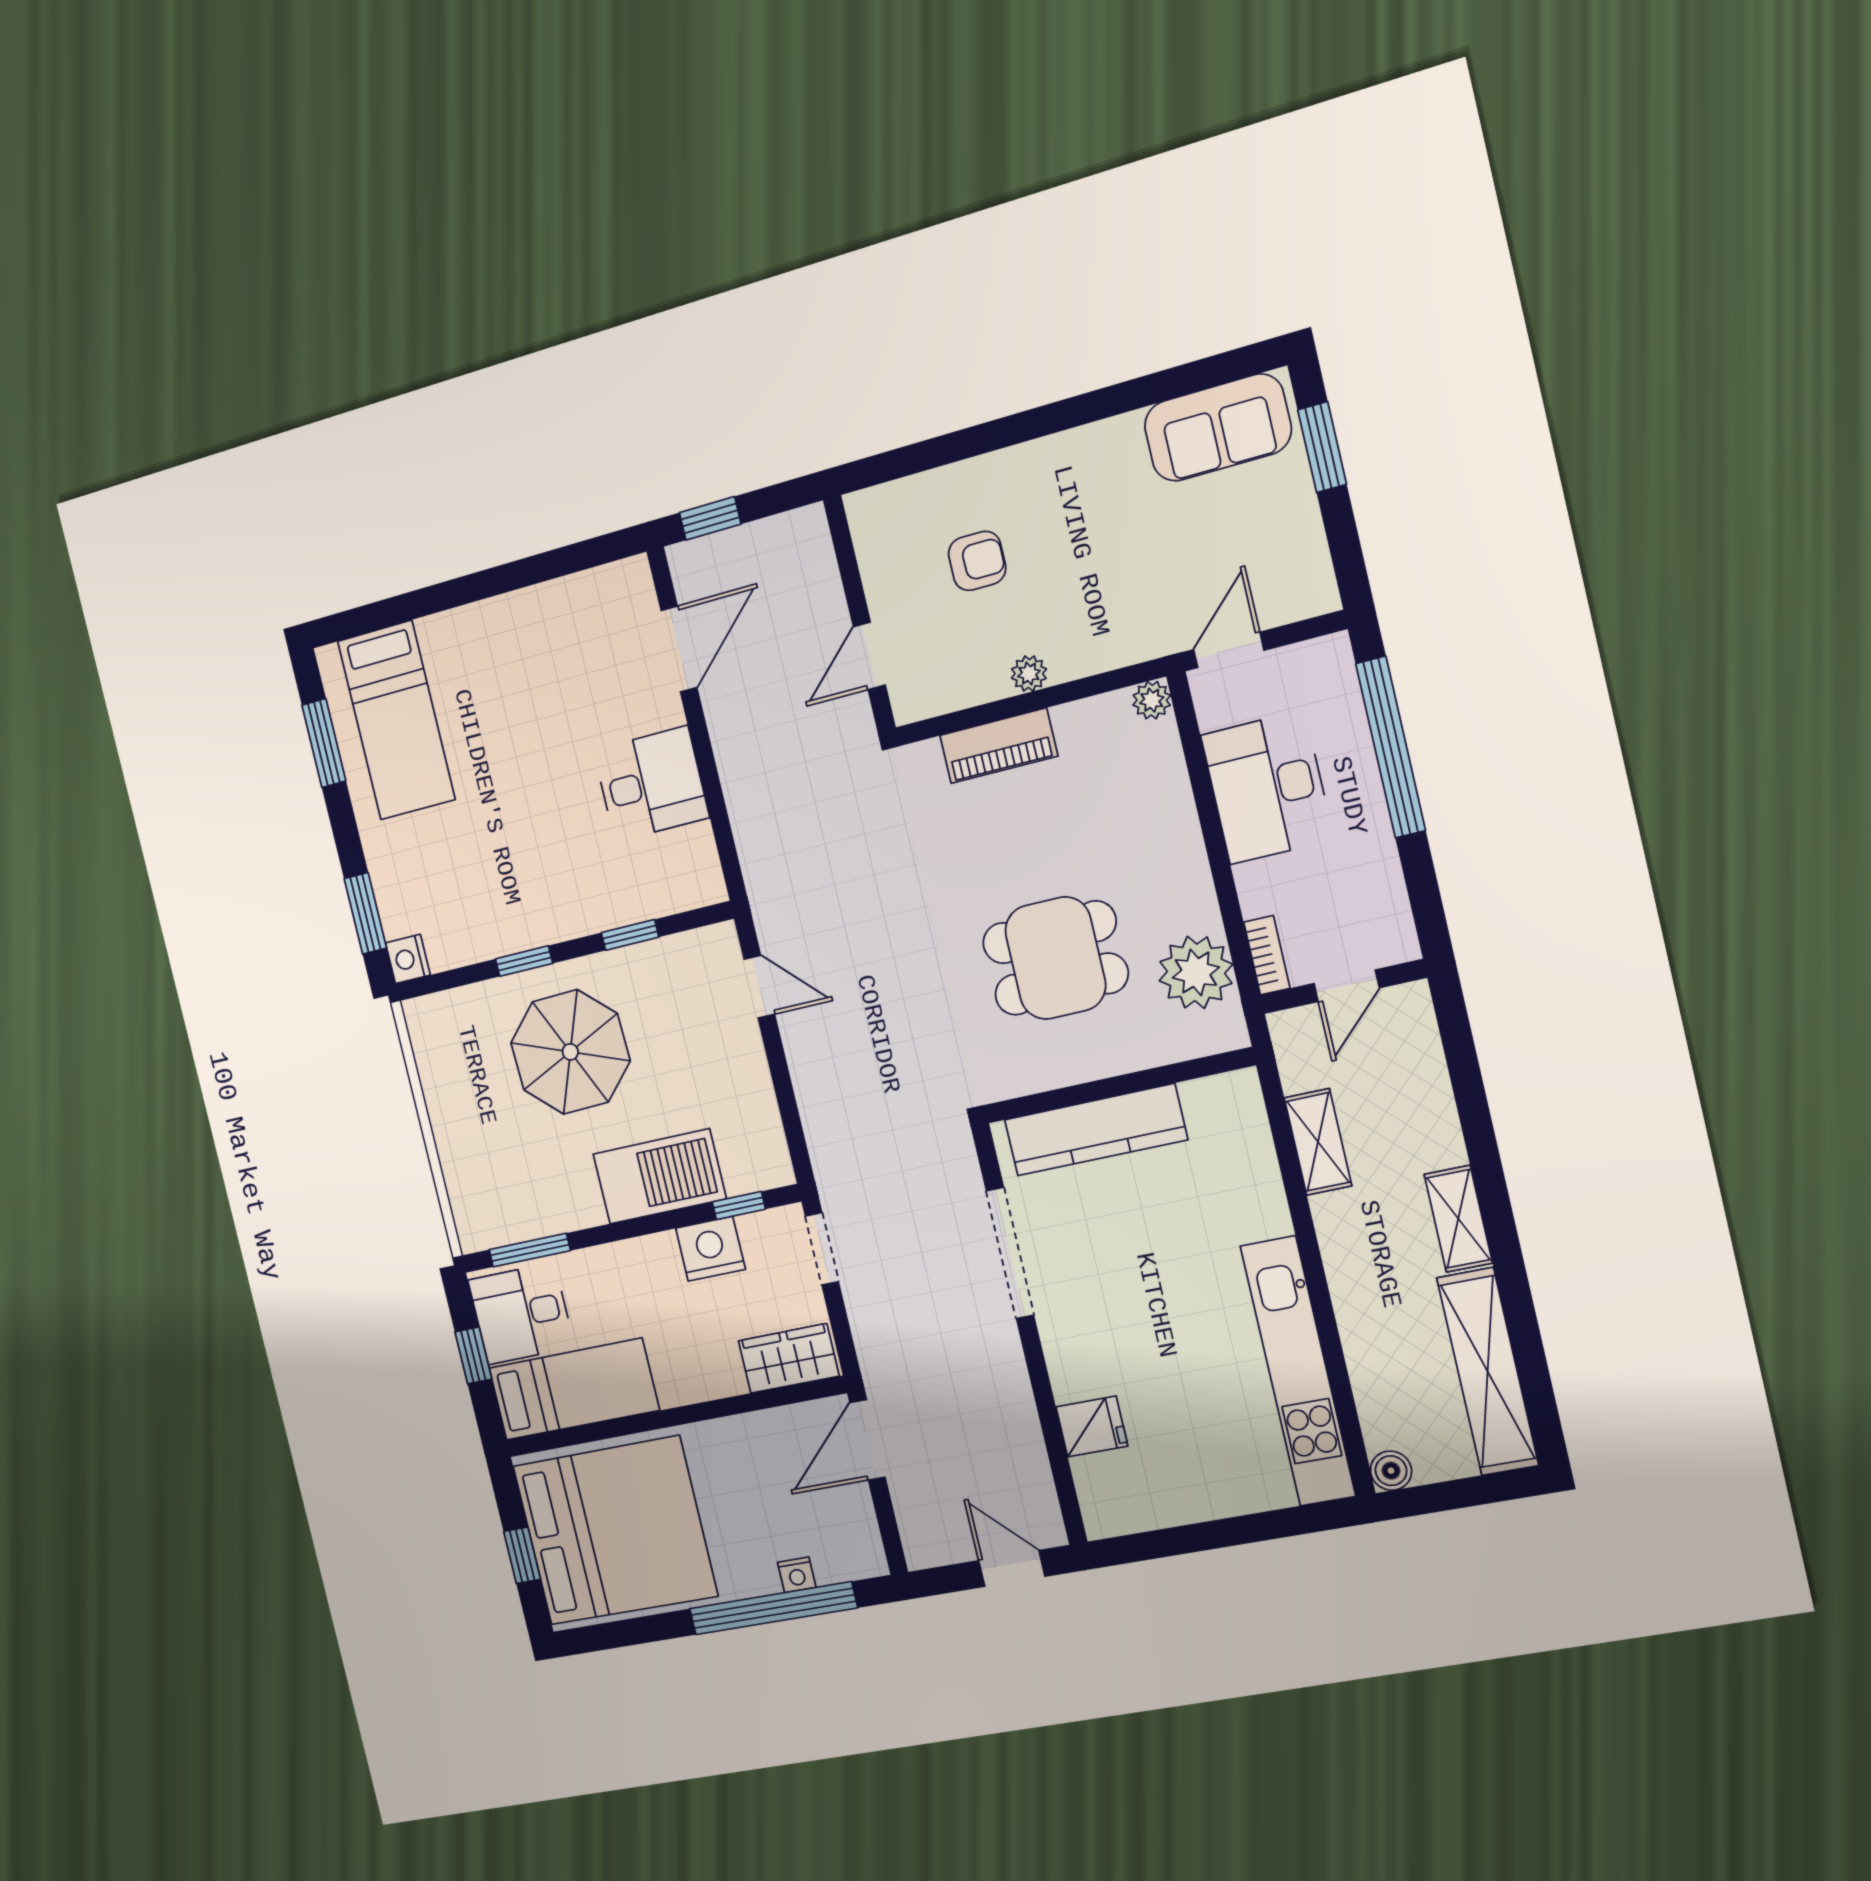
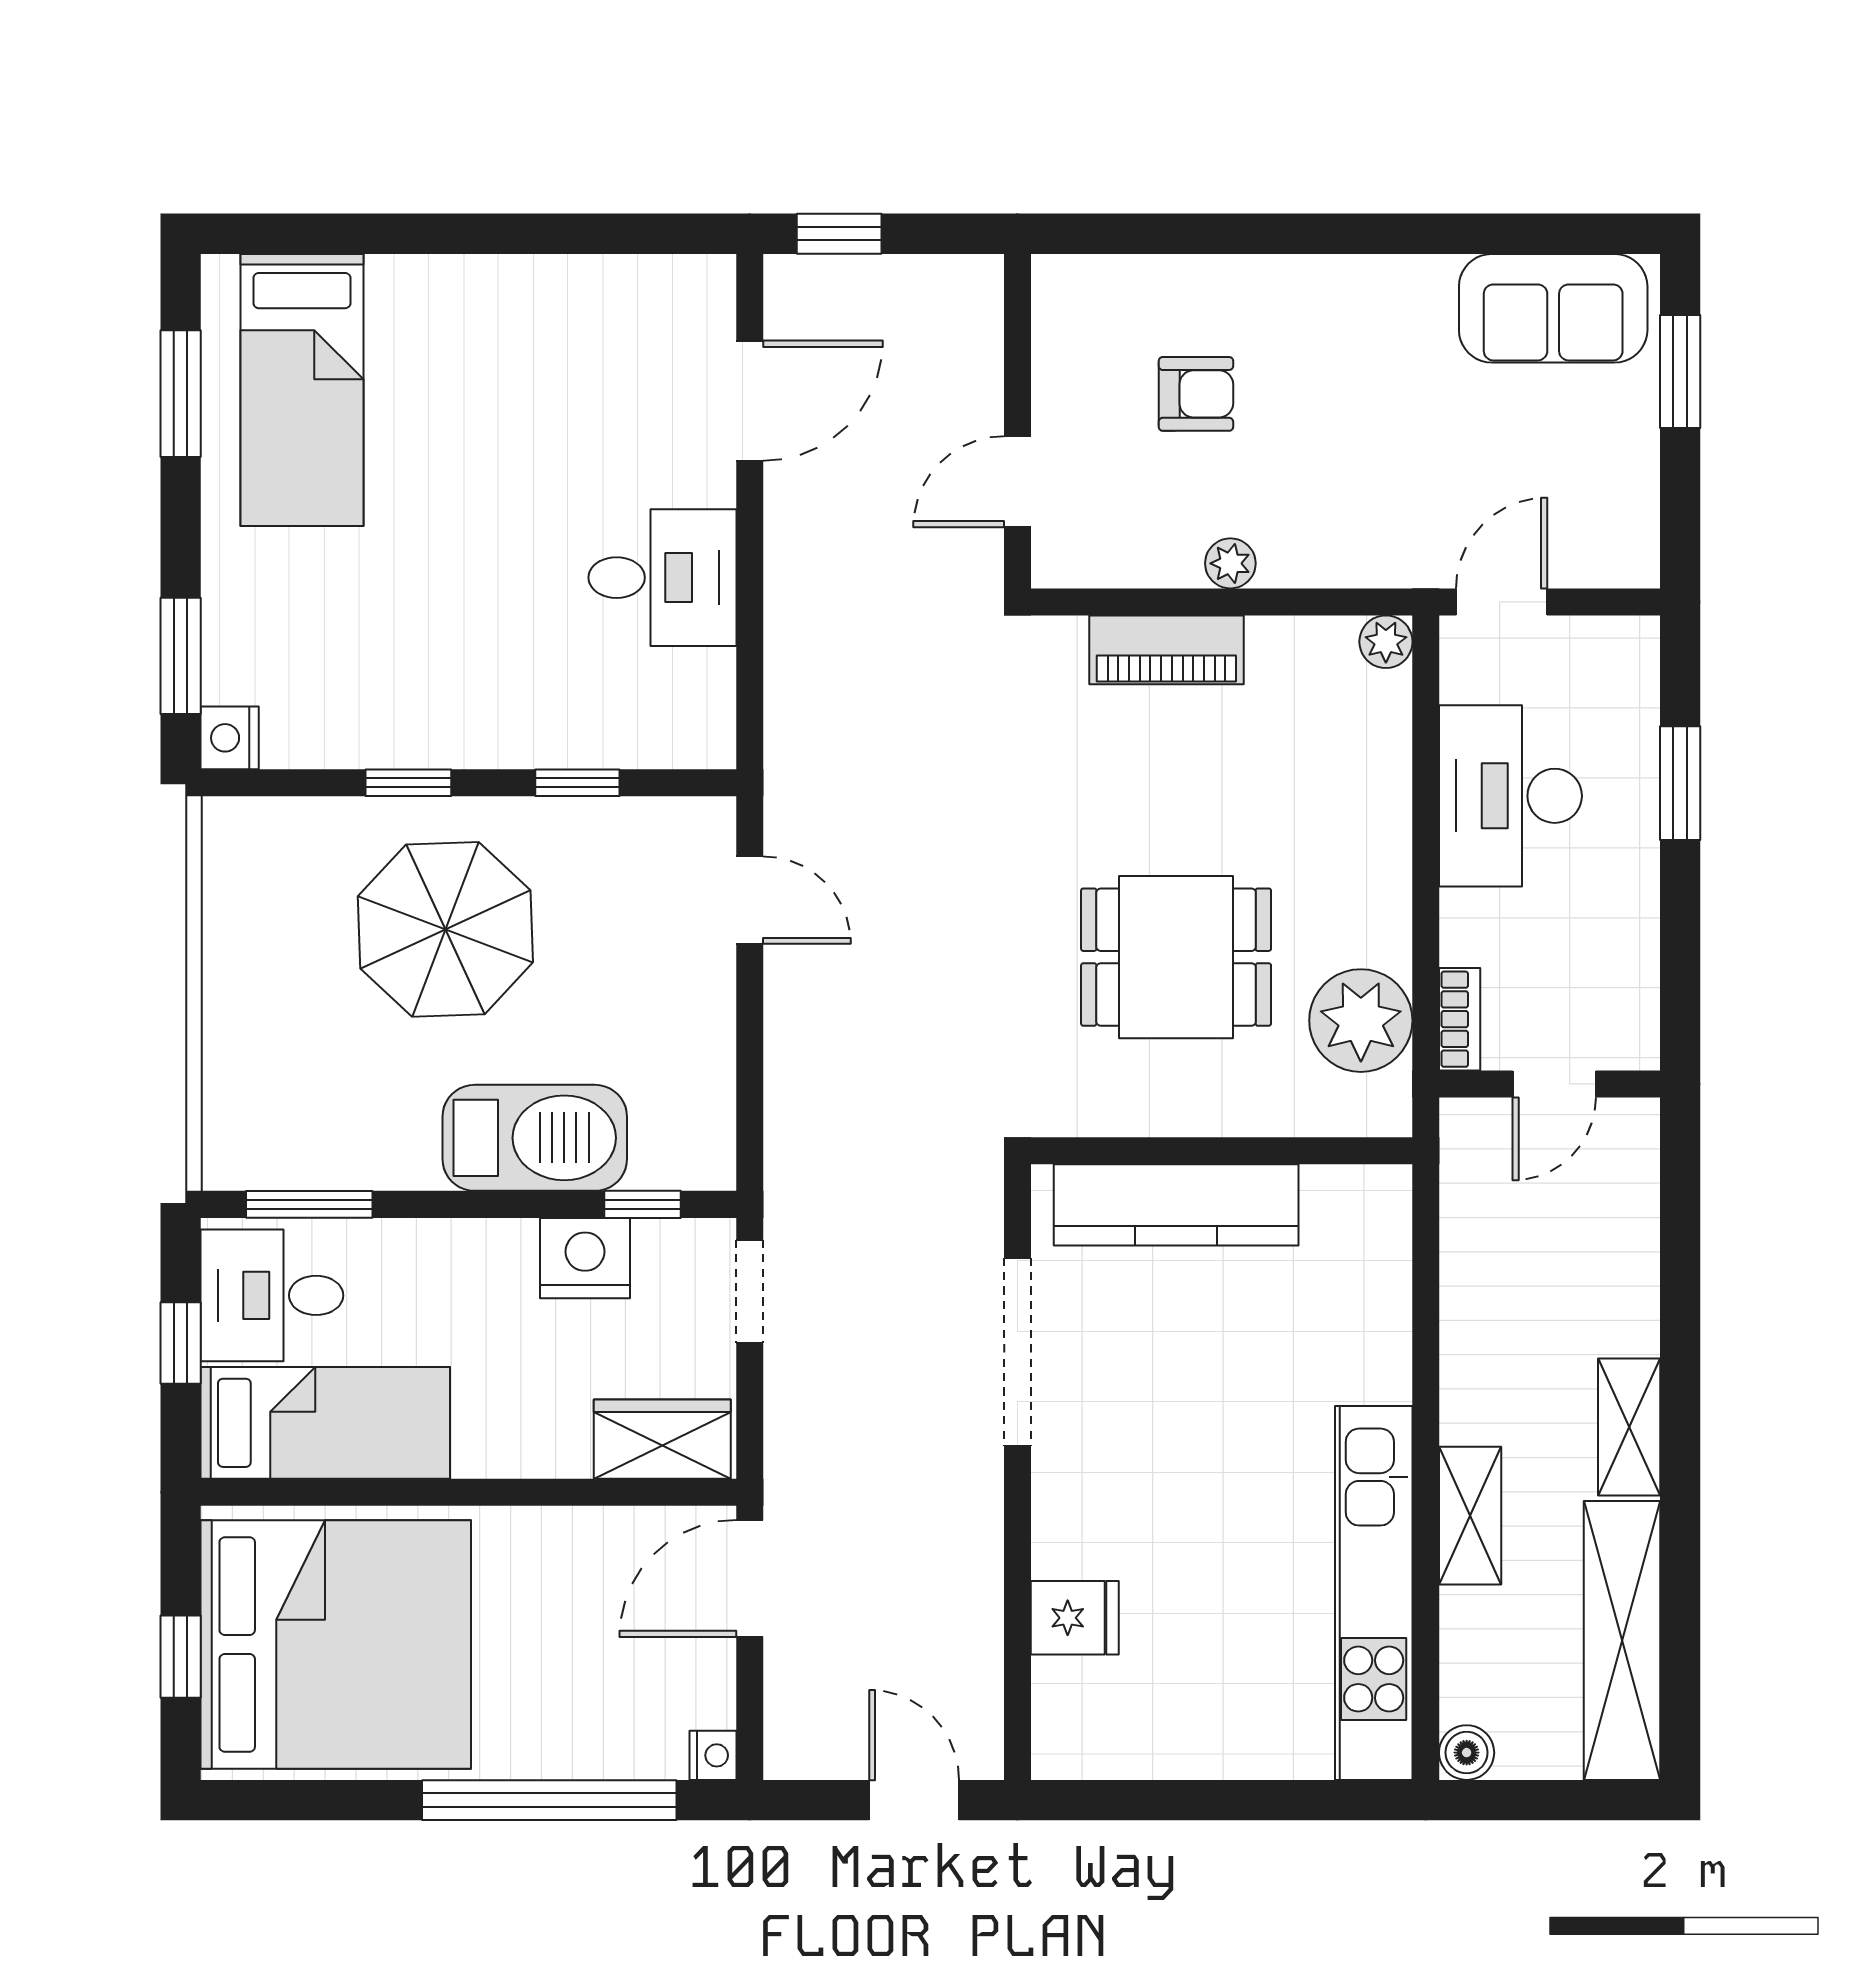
window: (1391, 747) -> (1680, 783), width x0.47
shelving: (1318, 1142) -> (1470, 1516), moved
nightstand: (797, 1575) -> (713, 1755), moved, turned -90

